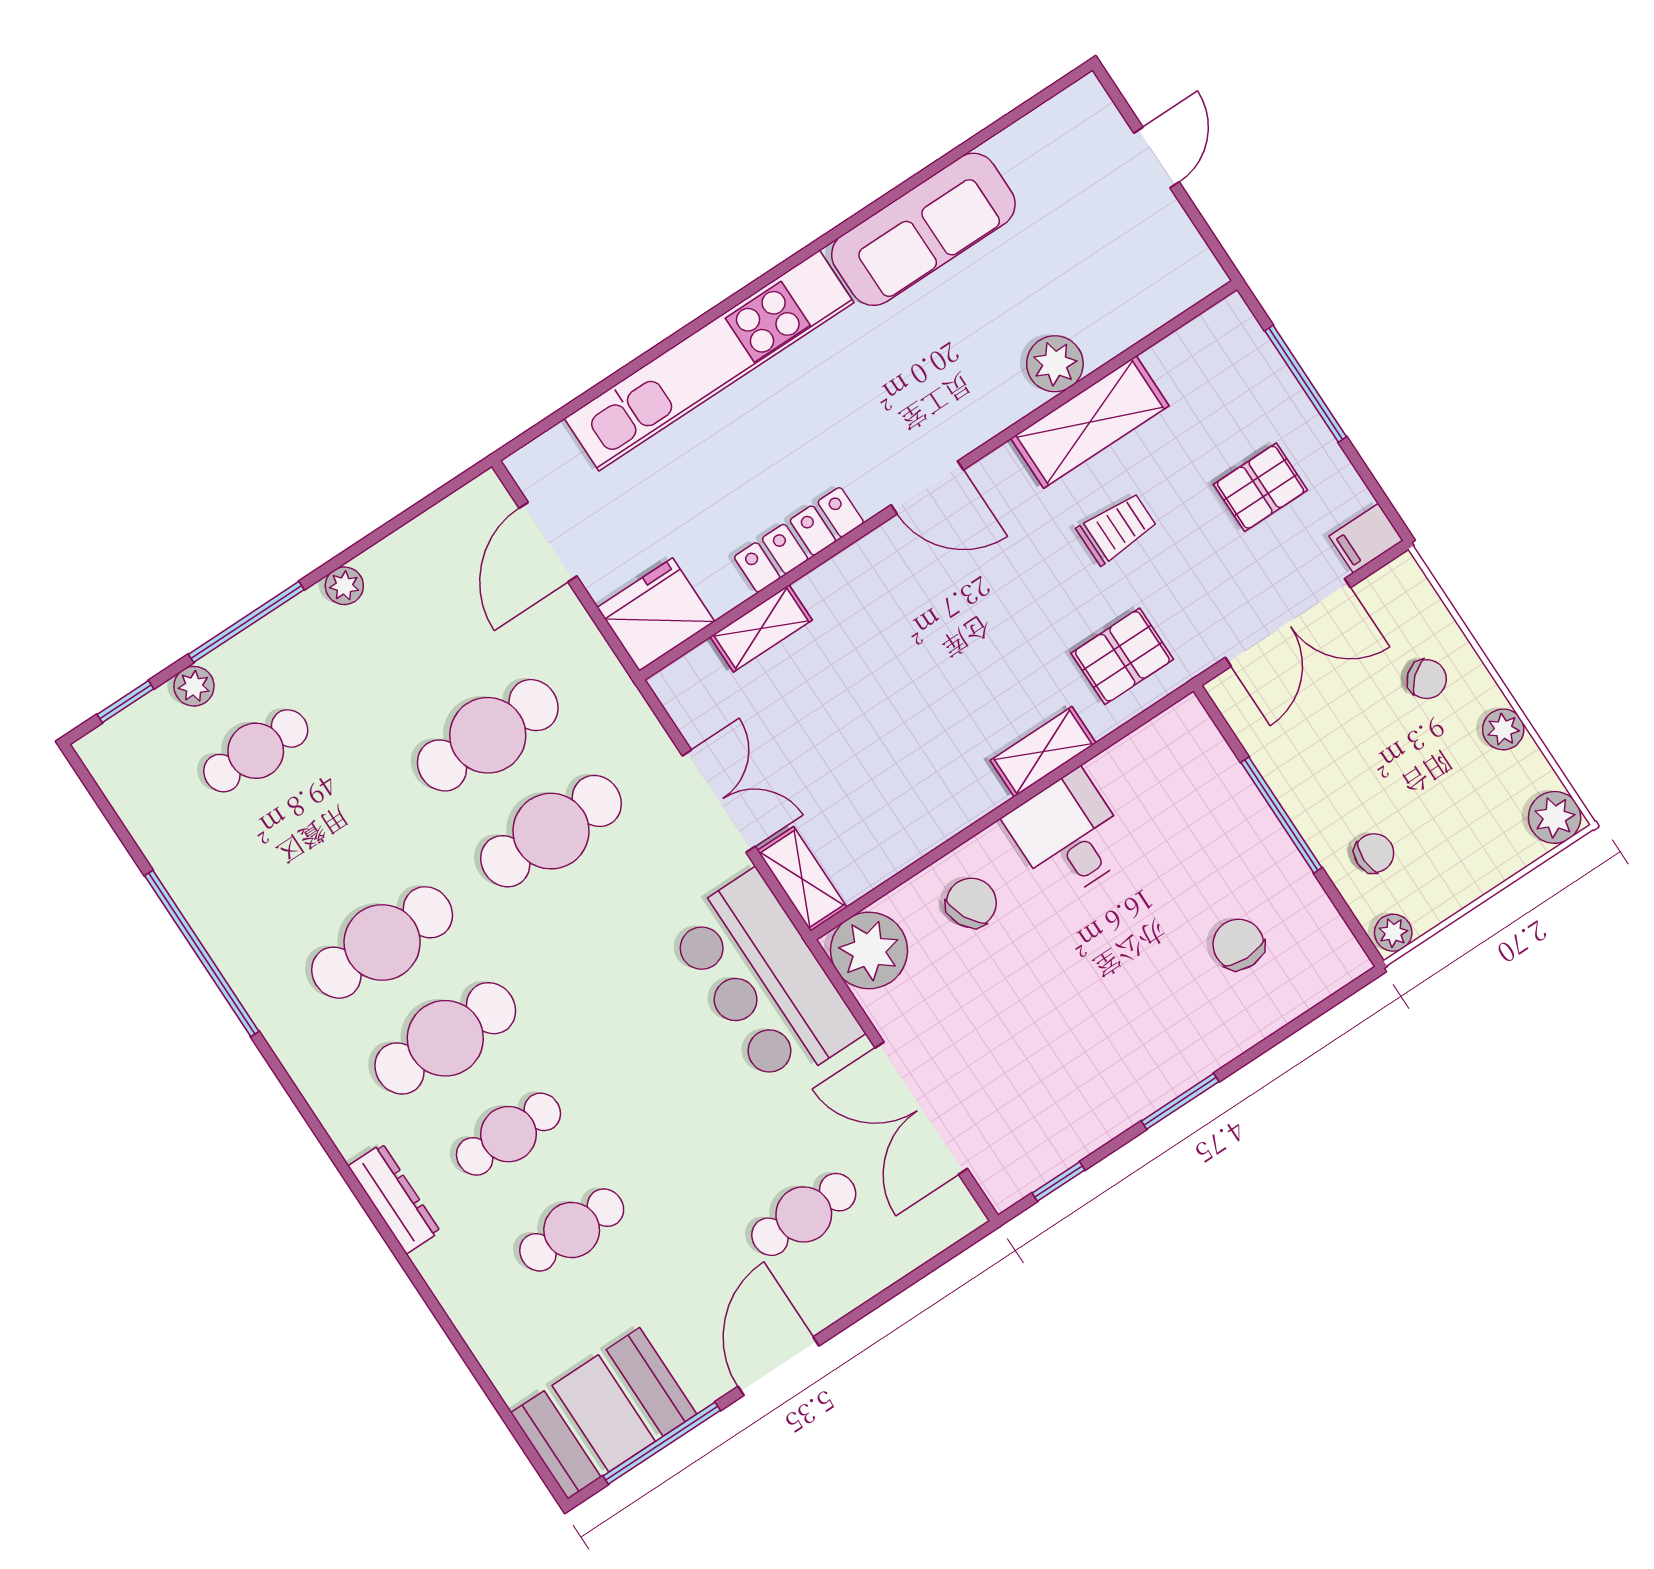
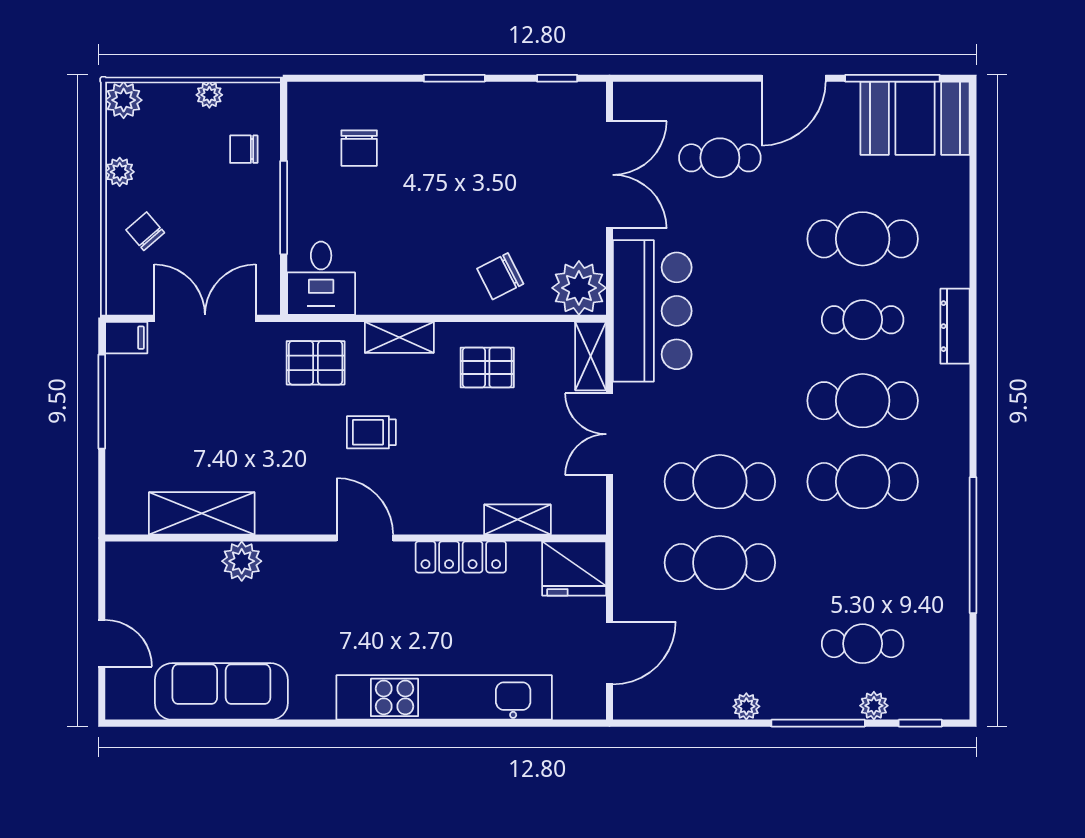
door: (1156, 157) -> (102, 643), swing flipped
sofa: (923, 229) -> (221, 691), moved
window: (1306, 384) -> (102, 402), moved
shelving: (1090, 422) -> (202, 513), moved
pallet: (1261, 487) -> (487, 367), moved
trolley: (1117, 528) -> (371, 432), moved
desk: (1069, 835) -> (321, 278), moved
plant: (1393, 933) -> (209, 95), moved
cafe table: (572, 1230) -> (863, 239), width x1.37, depth x1.35

